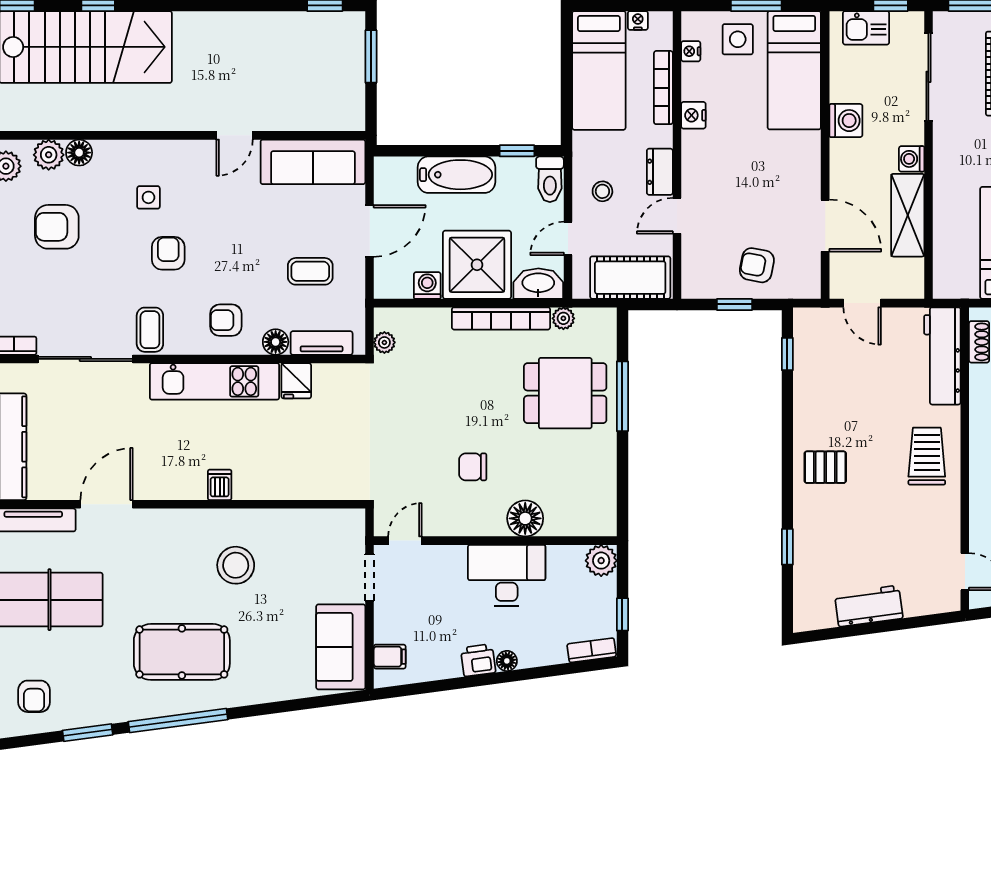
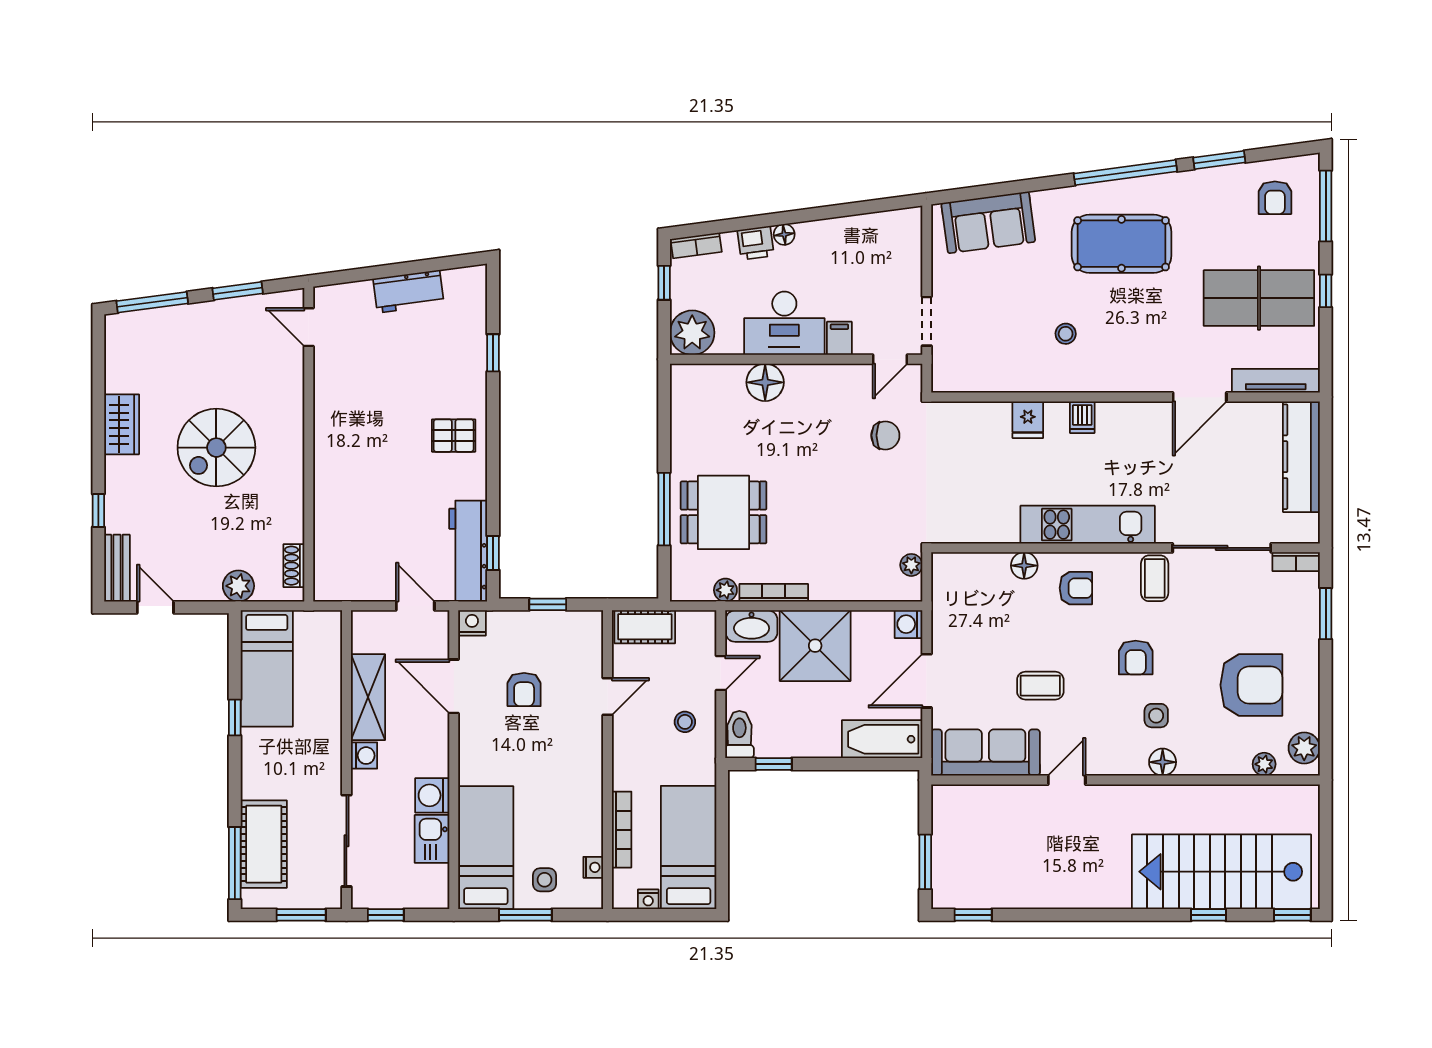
kitchen sink: (866, 28) -> (432, 839), moved, turned -90
side table: (738, 39) -> (544, 880), width x0.73, depth x0.73
nightstand: (693, 115) -> (472, 623), moved, turned -90
floor lamp: (79, 153) -> (1163, 762), moved
plant: (49, 155) -> (1264, 764), width x0.73, depth x0.73
dresser: (660, 172) -> (625, 742), removed
bathtub: (456, 175) -> (882, 739), moved
armchair: (57, 227) -> (1251, 685), width x1.36, depth x1.36
armchair: (757, 265) -> (524, 690), moved, turned 79
coffee table: (310, 271) -> (1040, 686), moved
cot: (630, 278) -> (645, 627), width x0.73, depth x0.75
washing machine: (427, 286) -> (908, 624), moved, turned 90
bookcase: (501, 318) -> (774, 593), width x0.68, depth x0.76
tv unit: (322, 343) -> (976, 564), removed
workbench: (942, 356) -> (468, 551), moved, turned 180
fridge: (296, 381) -> (1028, 420), moved, turned 180
trolley: (927, 456) -> (348, 447), removed
chair: (473, 467) -> (885, 435), moved
plant: (601, 561) -> (692, 333), width x1.36, depth x1.36
stool: (236, 565) -> (1066, 334), width x0.53, depth x0.53
sofa: (341, 647) -> (988, 222), moved, turned 82
filing cabinet: (390, 657) -> (839, 338), moved, turned 90
printer: (478, 660) -> (756, 243), moved
armchair: (34, 696) -> (1275, 198), turned 180

